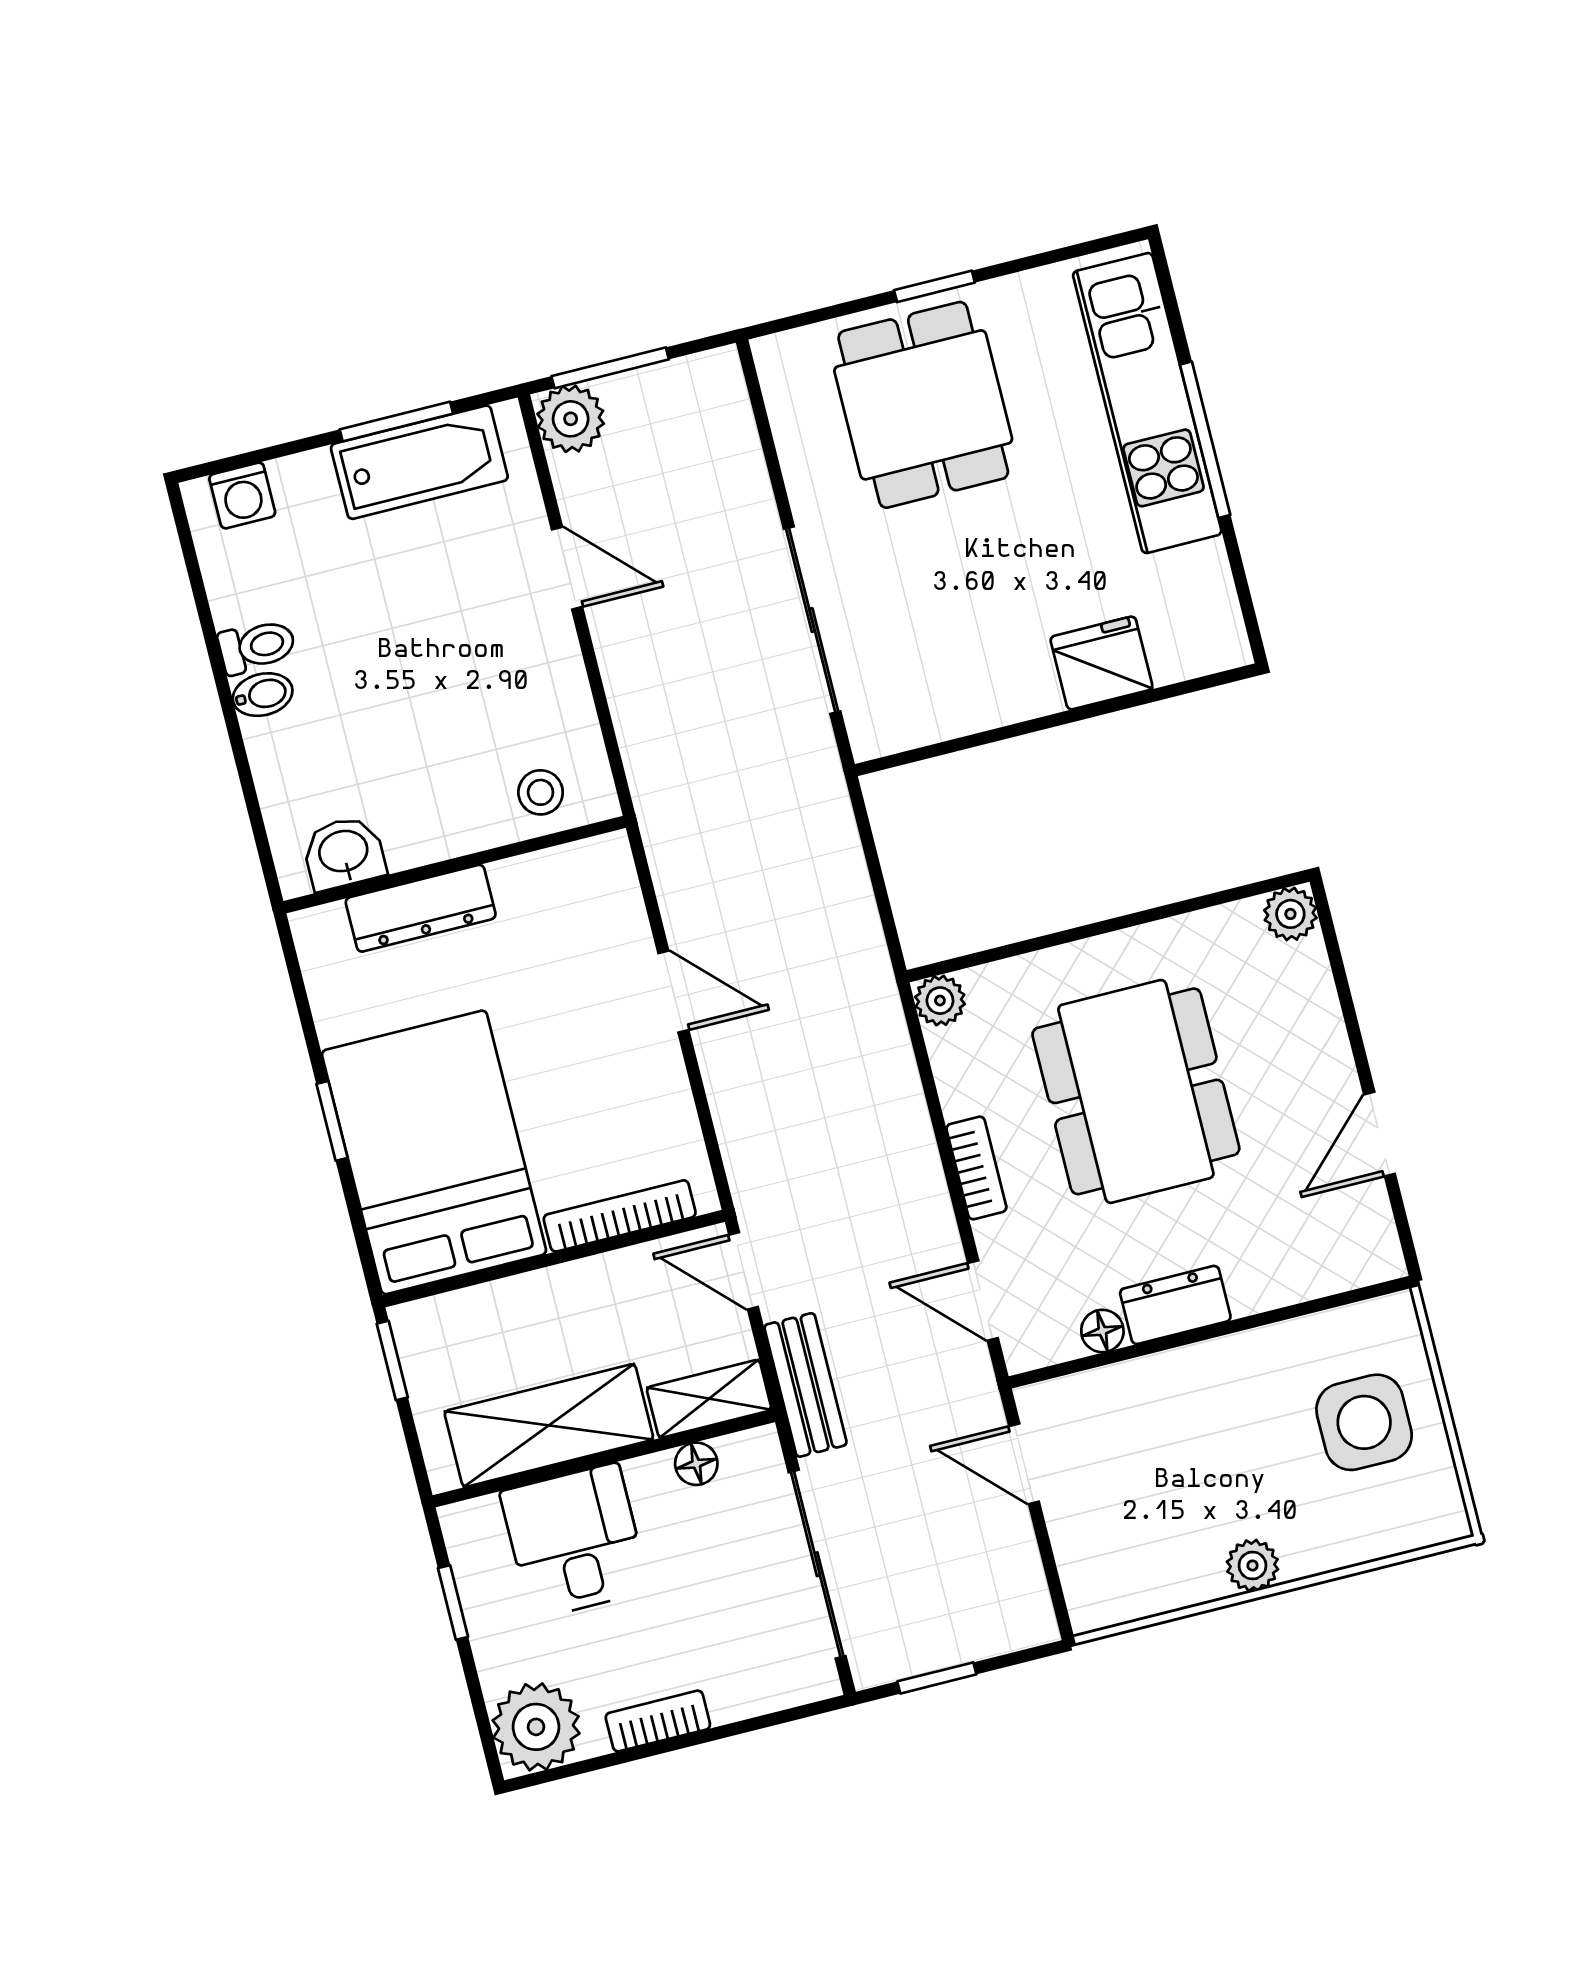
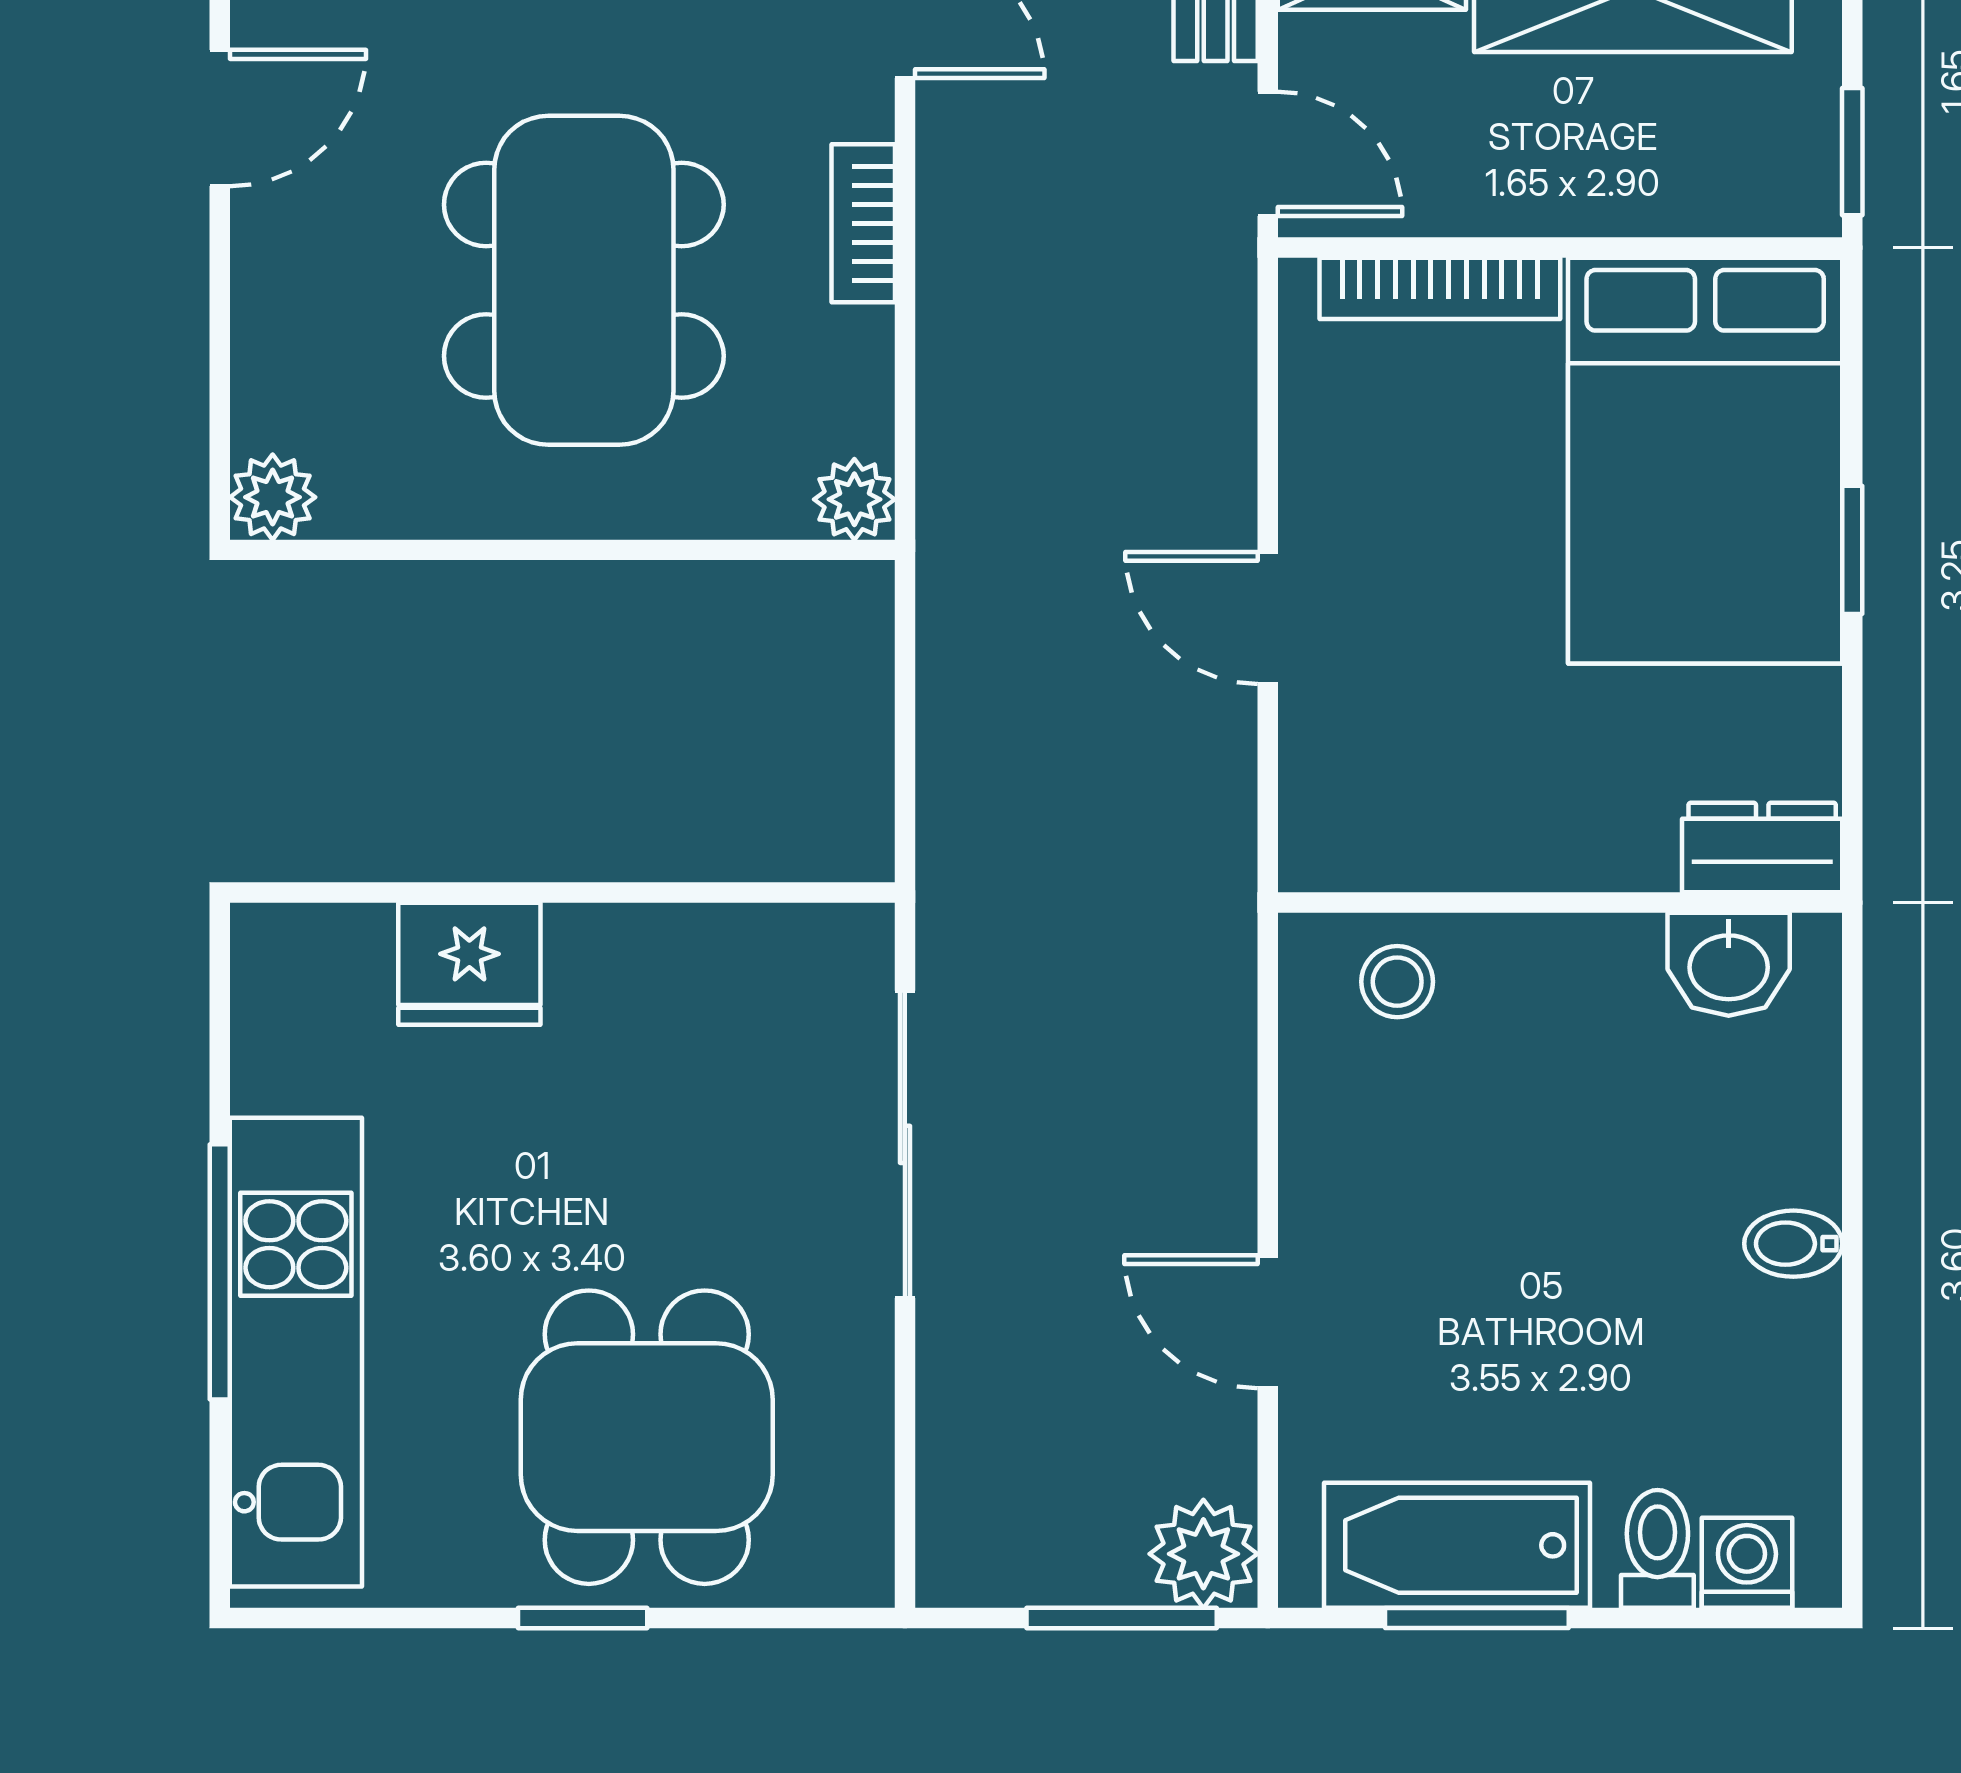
toilet: (257, 646) -> (1657, 1549), moved, turned 90
dresser: (421, 908) -> (1762, 848), moved, width x0.70

